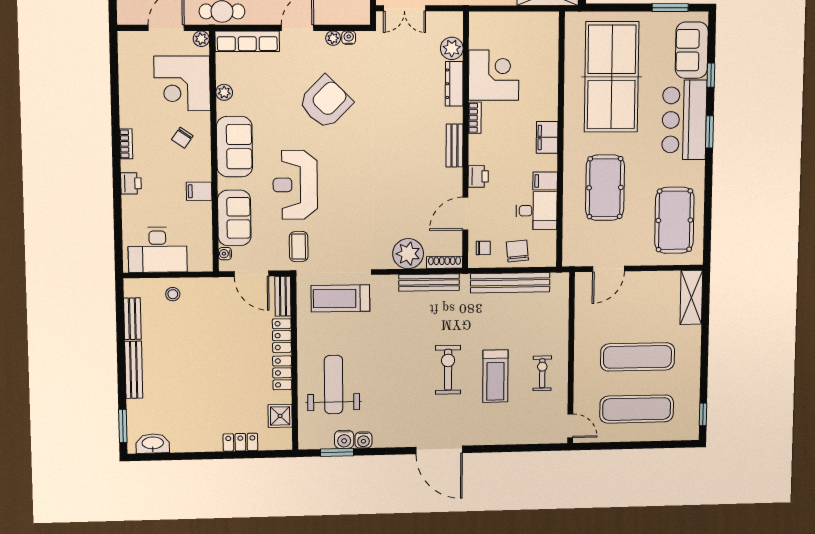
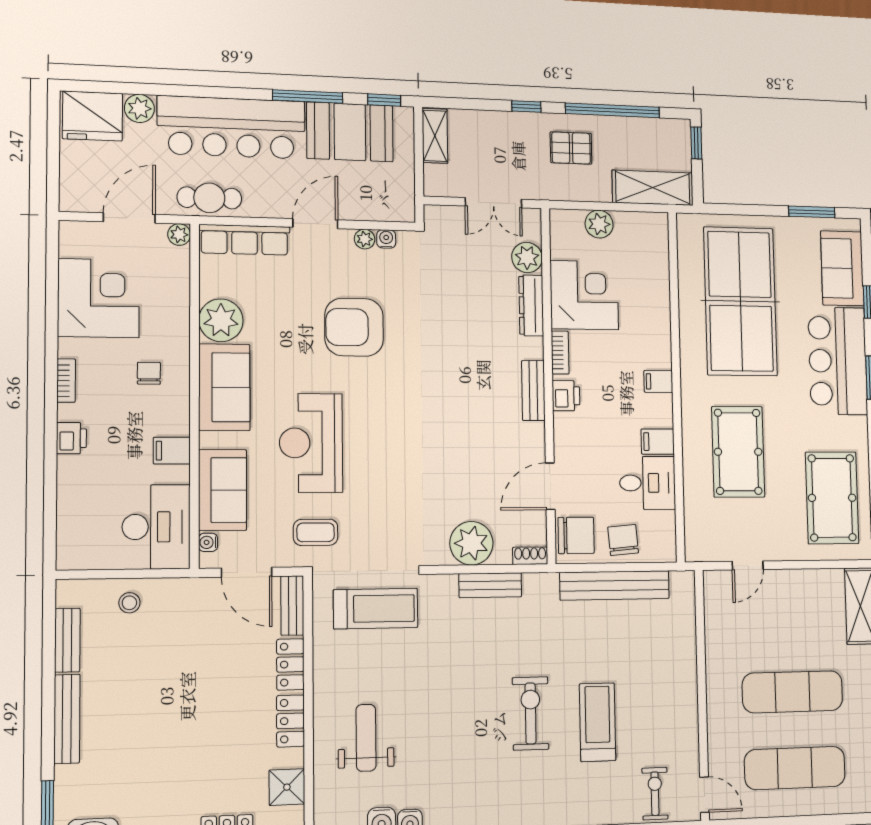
double door: (404, 8) -> (494, 203), moved
plant: (506, 22) -> (599, 224), added
corner desk: (182, 83) -> (99, 298), moved, turned 180
plant: (224, 92) -> (221, 320), width x1.88, depth x1.88
armchair: (325, 102) -> (354, 327), turned -135
filing cabinet: (547, 137) -> (658, 381), width x0.50
chair: (182, 138) -> (149, 373), turned 145
printer: (478, 176) -> (566, 396), moved
coffee table: (299, 247) -> (316, 532), turned 90
chair: (483, 248) -> (576, 535), width x1.87, depth x1.87
desk: (158, 250) -> (156, 527), moved, turned -90
shoe rack: (445, 262) -> (530, 556), width x0.70
door: (608, 269) -> (748, 565), width x0.73
bench: (429, 282) -> (490, 585), width x0.73
treadmill: (340, 298) -> (376, 609), turned 180
exercise bike: (542, 373) -> (655, 794), moved
treadmill: (495, 376) -> (598, 722), turned 180
weight bench: (334, 385) -> (366, 738), width x0.73, depth x0.75

